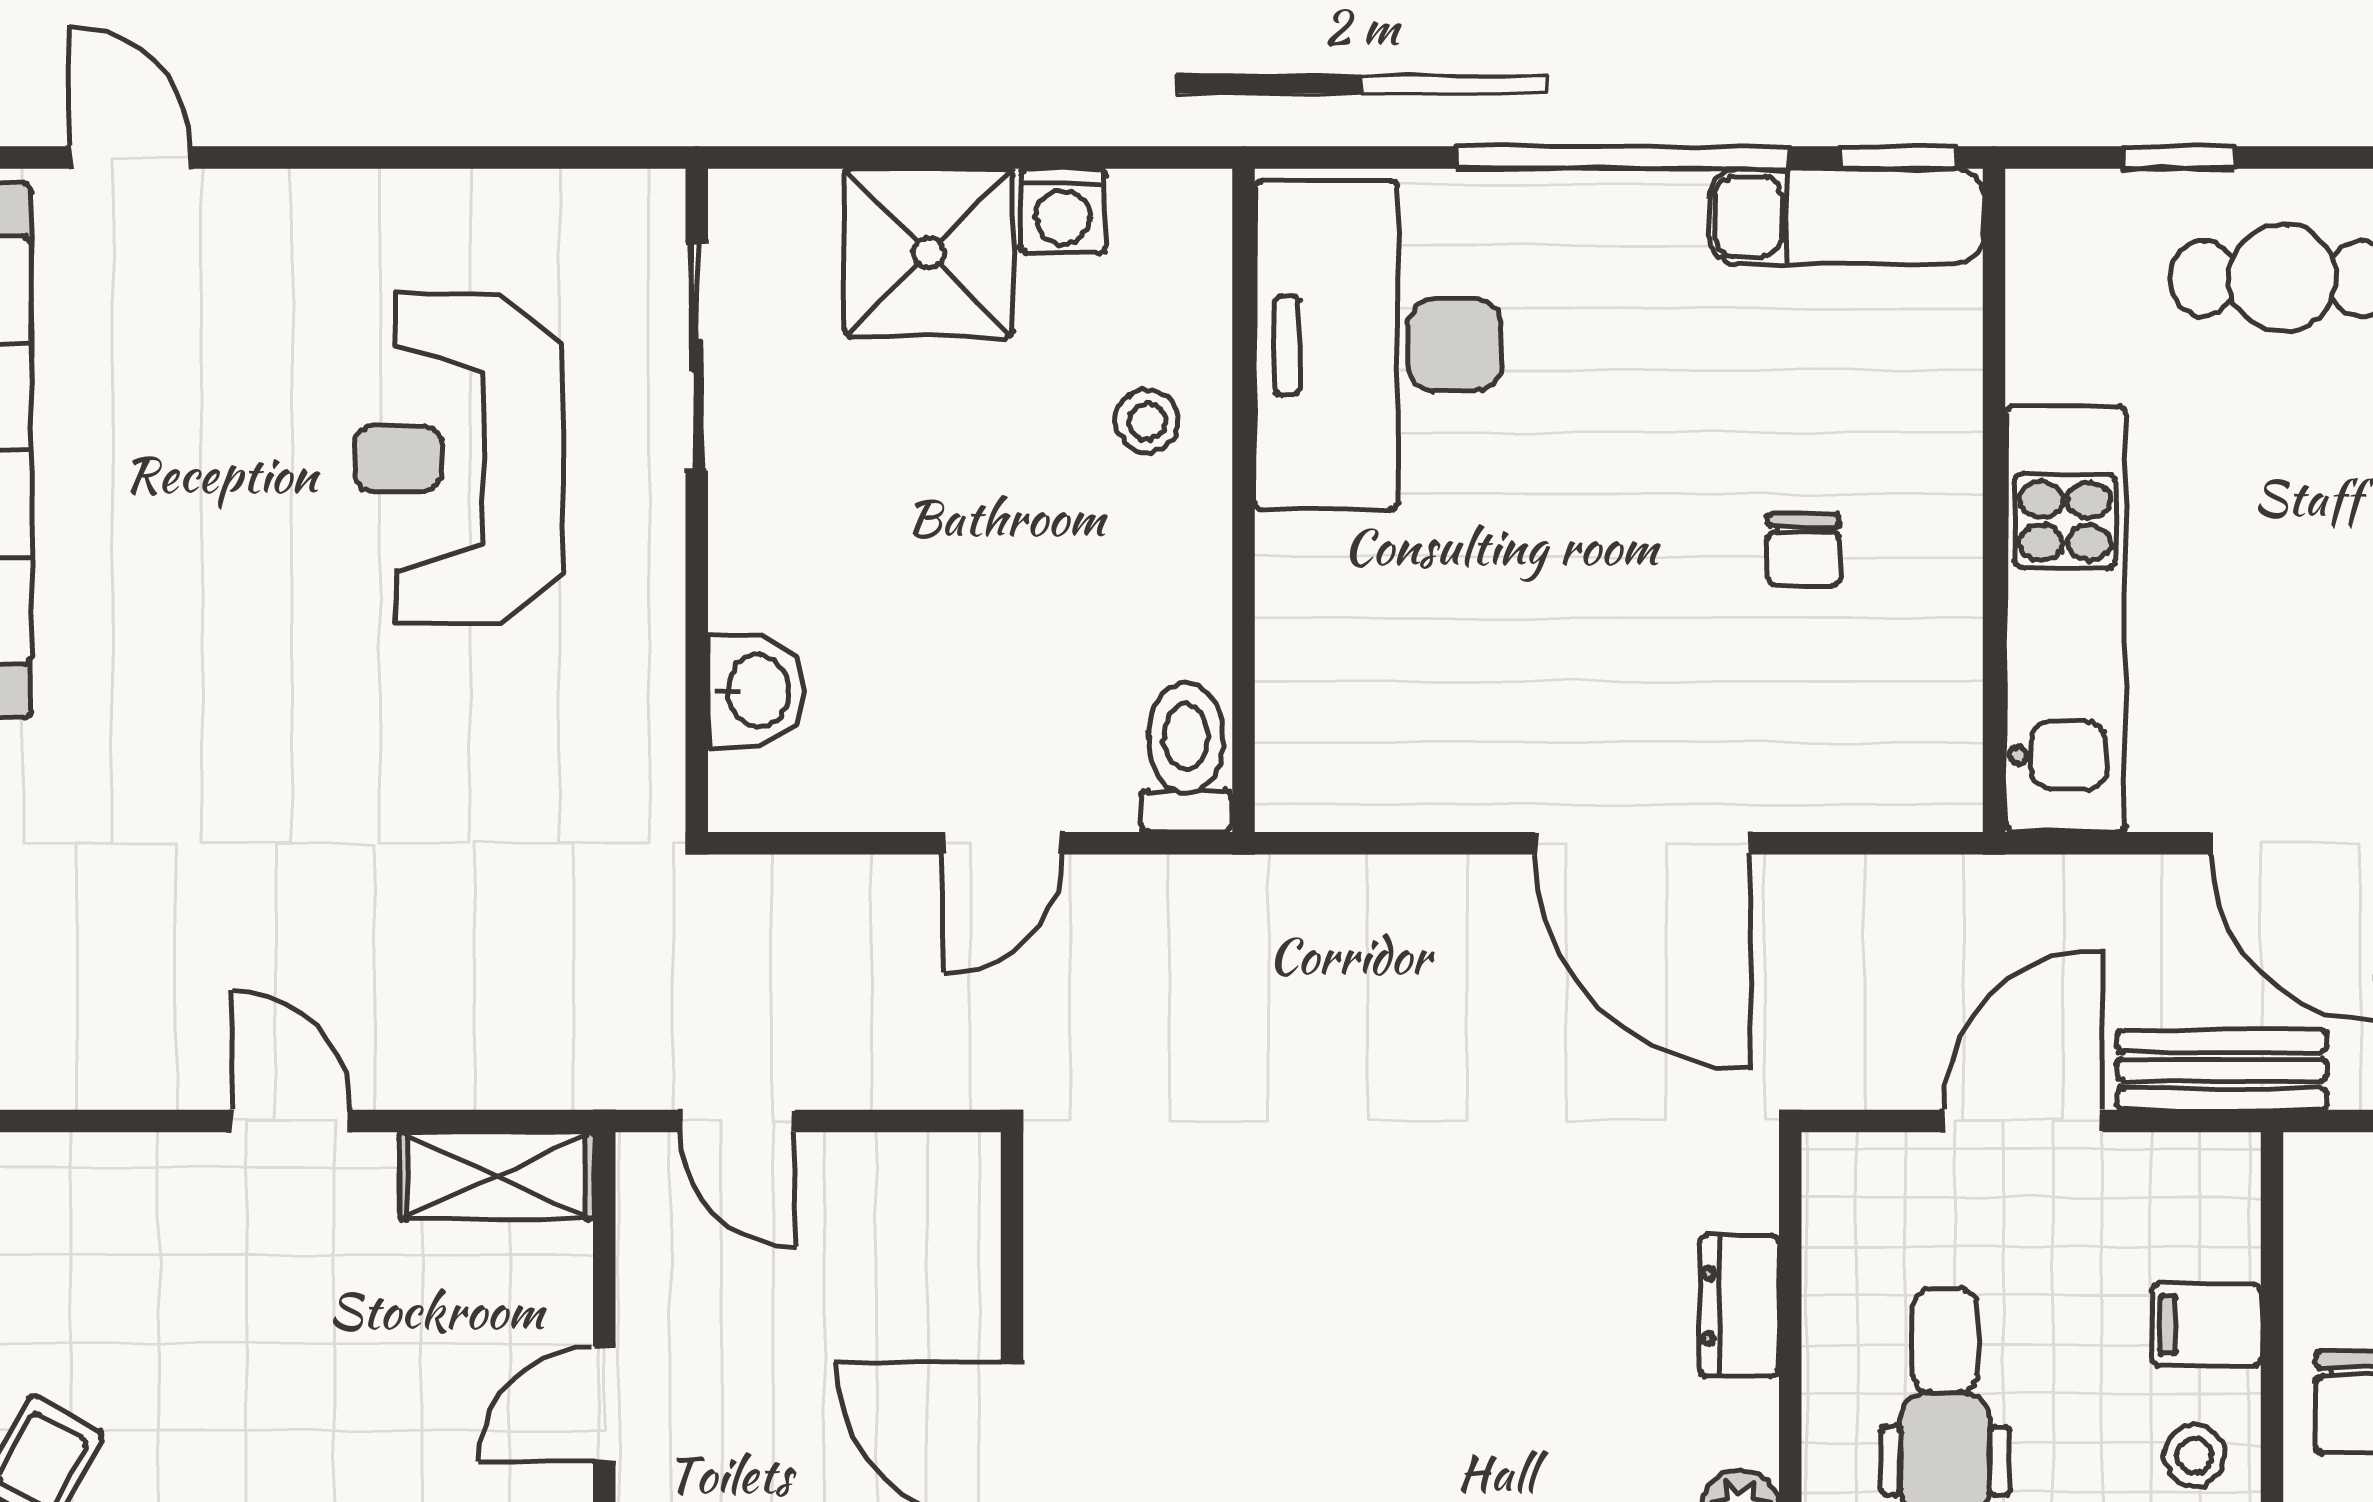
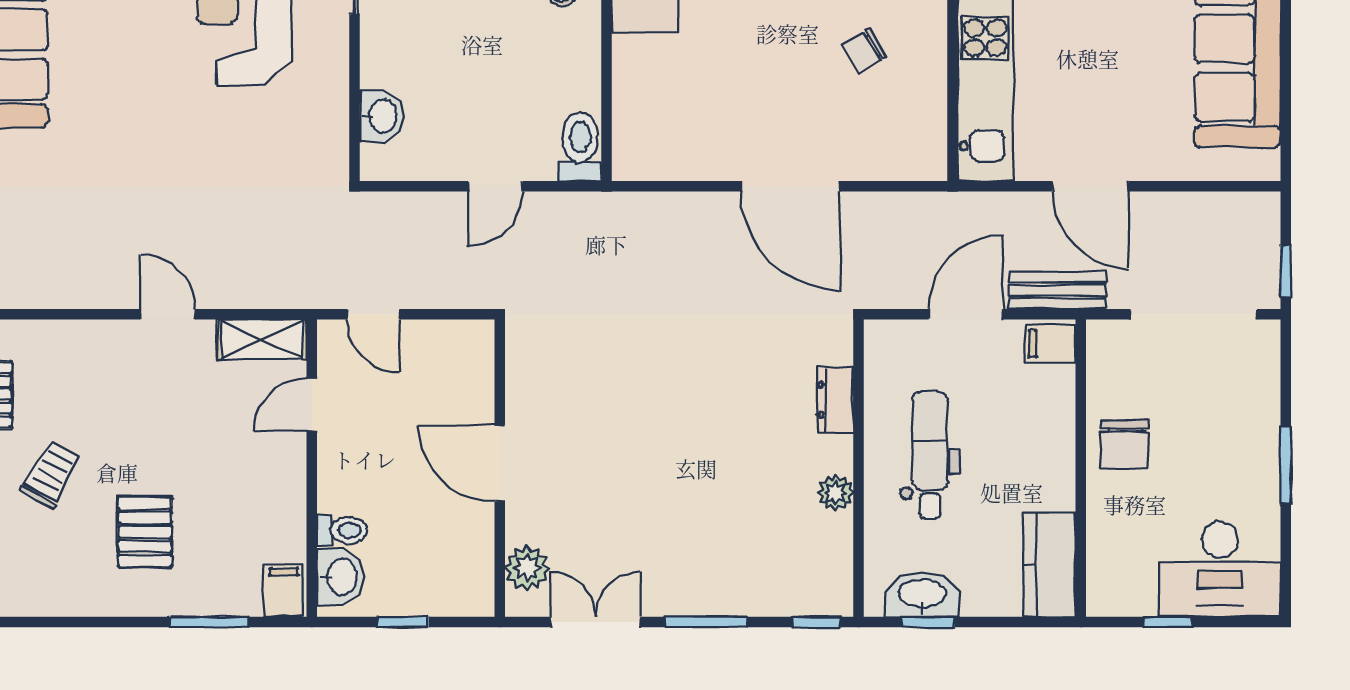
chair: (1803, 550) -> (865, 51), turned 58
filing cabinet: (2206, 1325) -> (1050, 343), moved
door: (604, 1404) -> (312, 405), moved
stool: (2194, 1456) -> (1045, 468), removed

